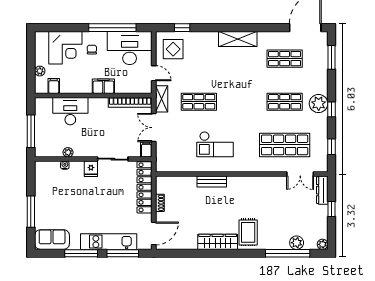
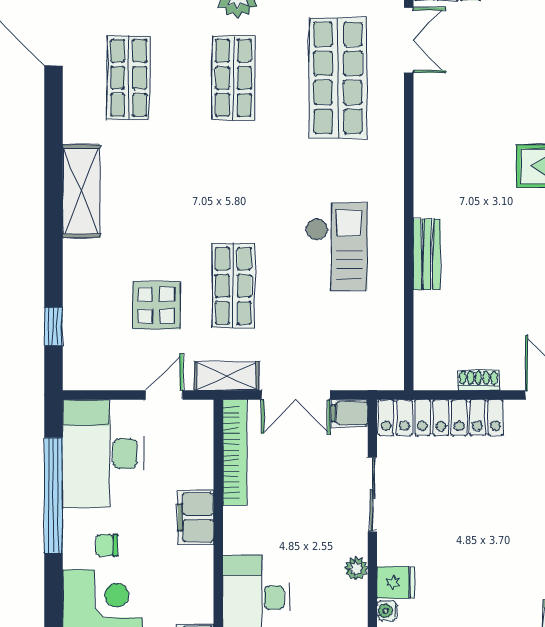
display table: (173, 49) -> (156, 305), moved
plant: (68, 152) -> (356, 568), moved
fridge: (91, 169) -> (396, 582), moved

